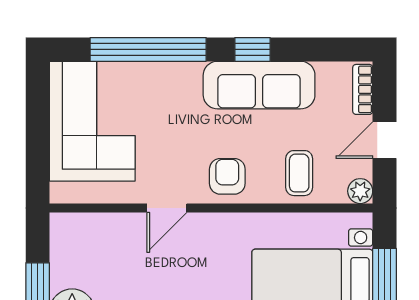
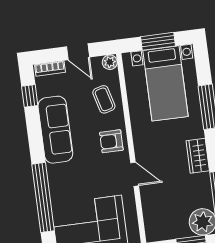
window: (252, 49) -> (30, 96), moved
coffee table: (299, 173) -> (104, 99), turned 75

